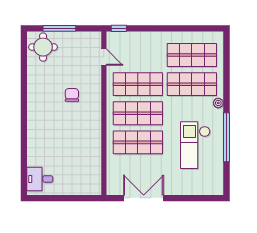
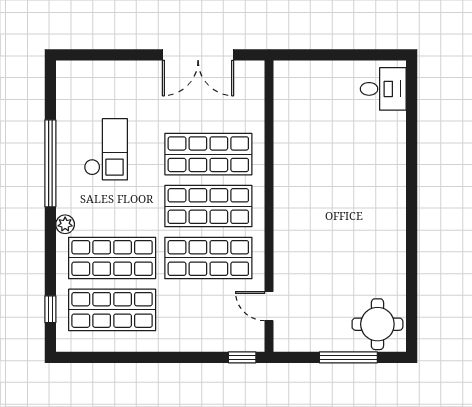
window: (227, 55) -> (50, 309), added
chair: (72, 95) -> (326, 239), removed
checkout: (195, 145) -> (106, 149), width x0.73, depth x0.83

